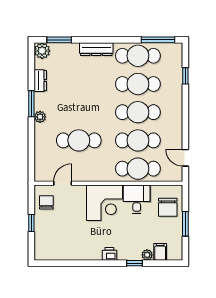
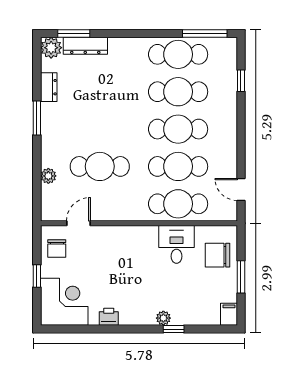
dresser: (96, 49) -> (85, 46), moved
plant: (40, 117) -> (48, 176), moved
chair: (46, 202) -> (57, 249), turned 180
corner desk: (104, 203) -> (64, 302), moved, turned -90
chair: (168, 207) -> (218, 255), turned 90
filing cabinet: (160, 252) -> (229, 314), moved
printer: (109, 254) -> (109, 317), moved
plant: (147, 255) -> (163, 318), moved

